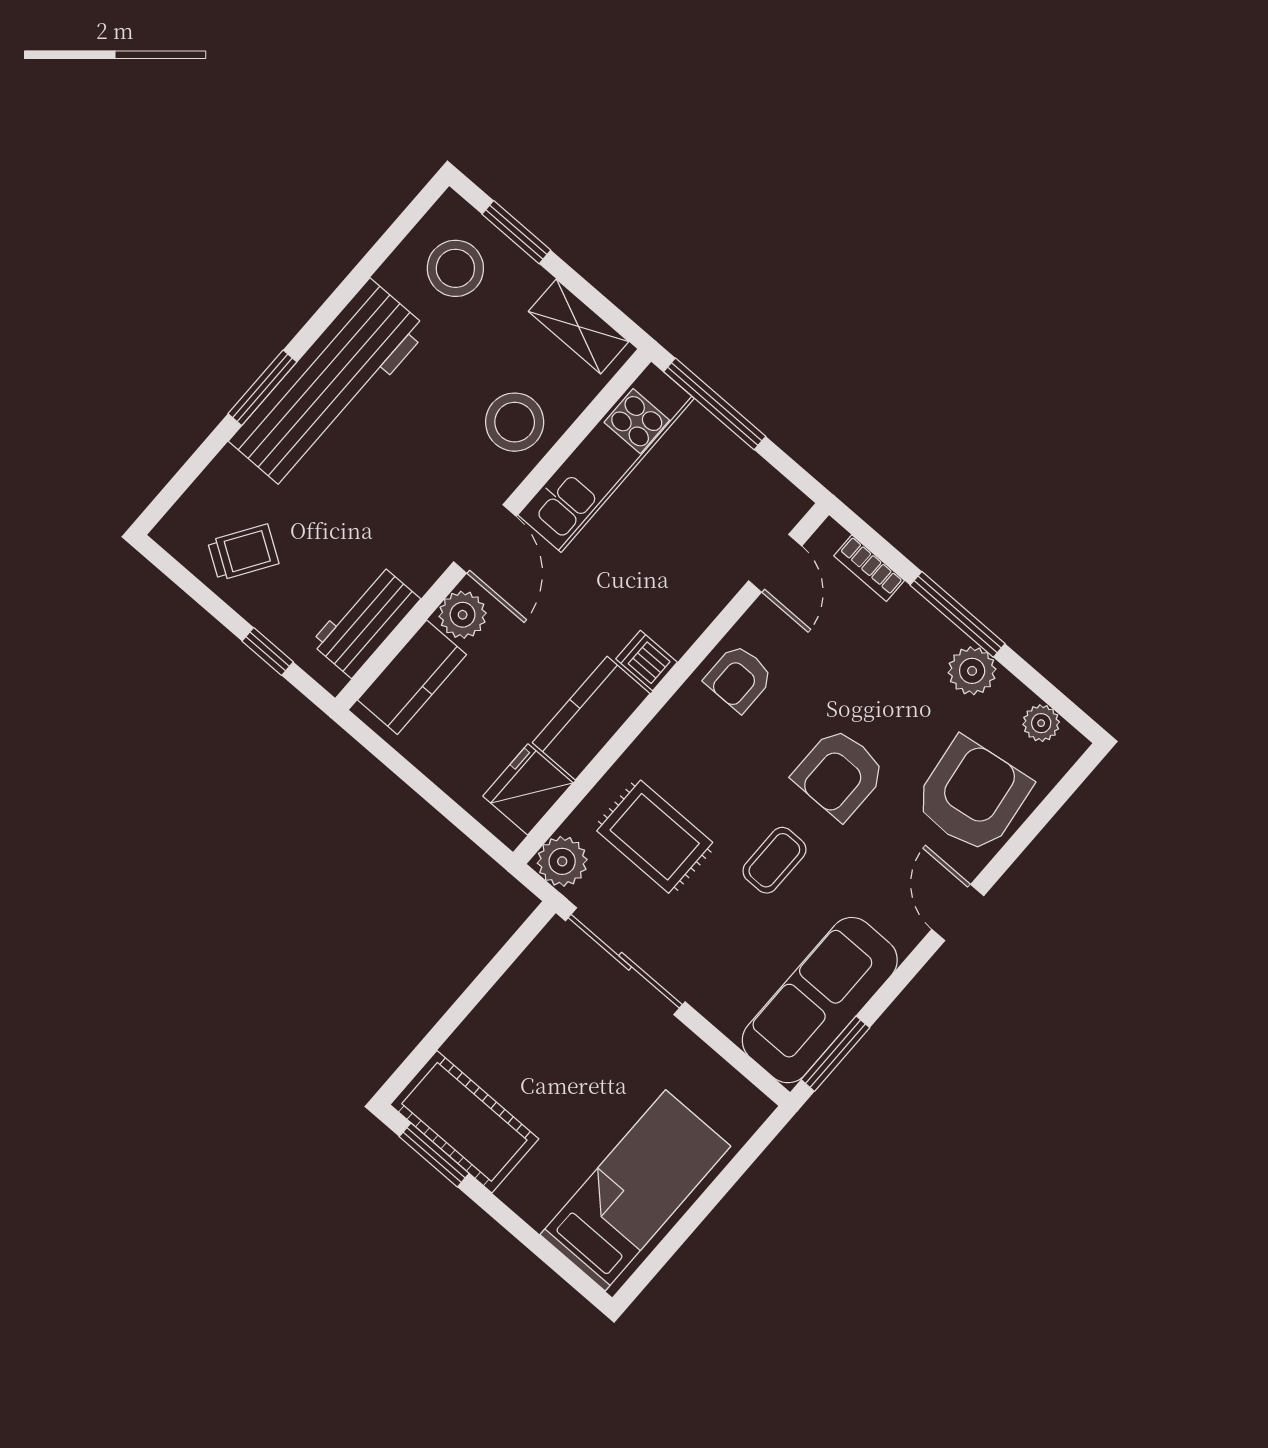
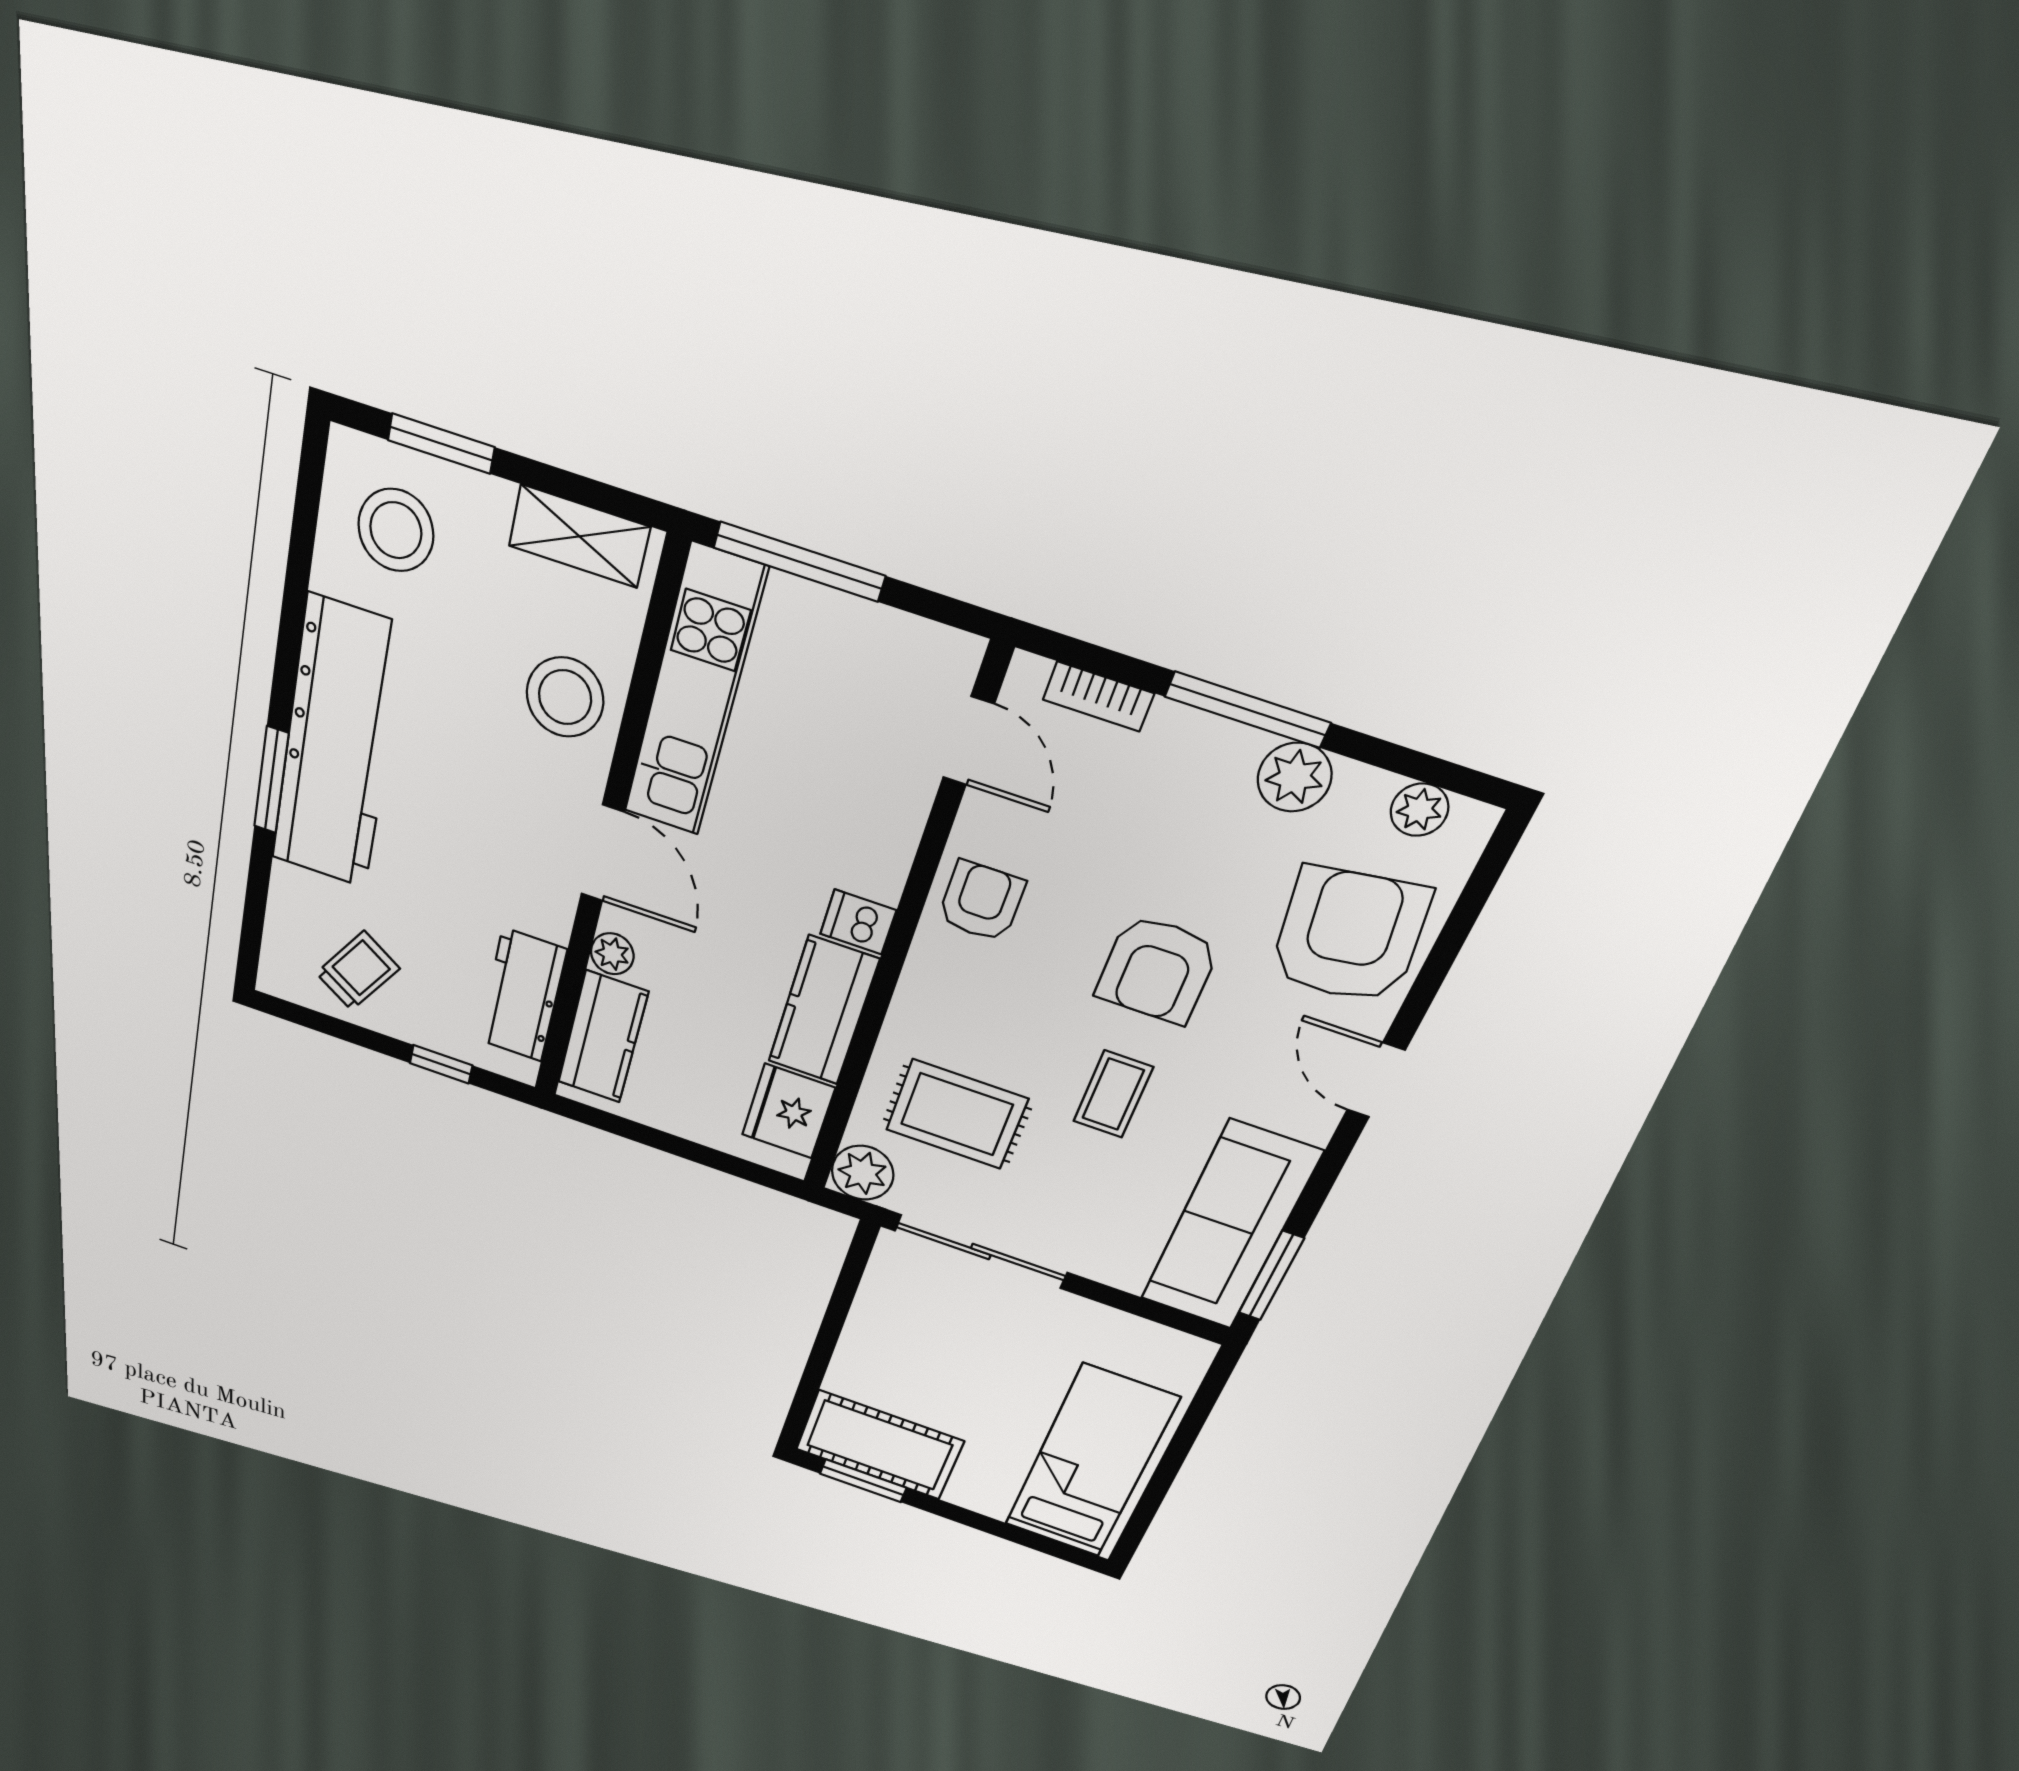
plant: (463, 615) -> (612, 954), width x0.73, depth x0.73
armchair: (739, 678) -> (981, 901), turned 180

